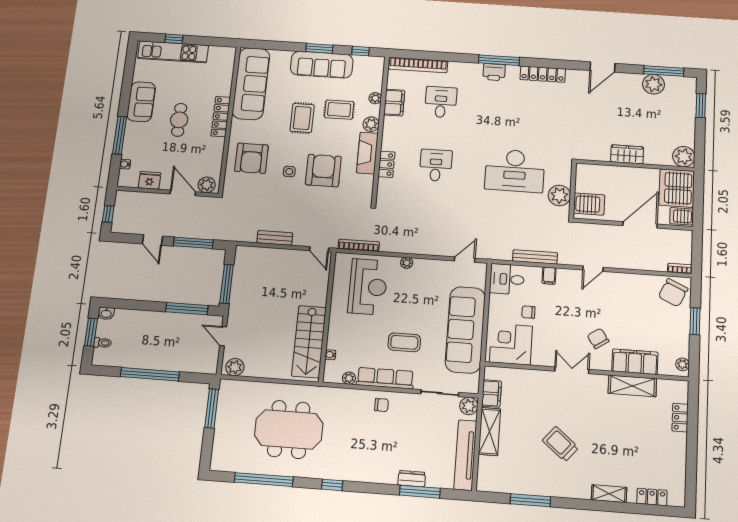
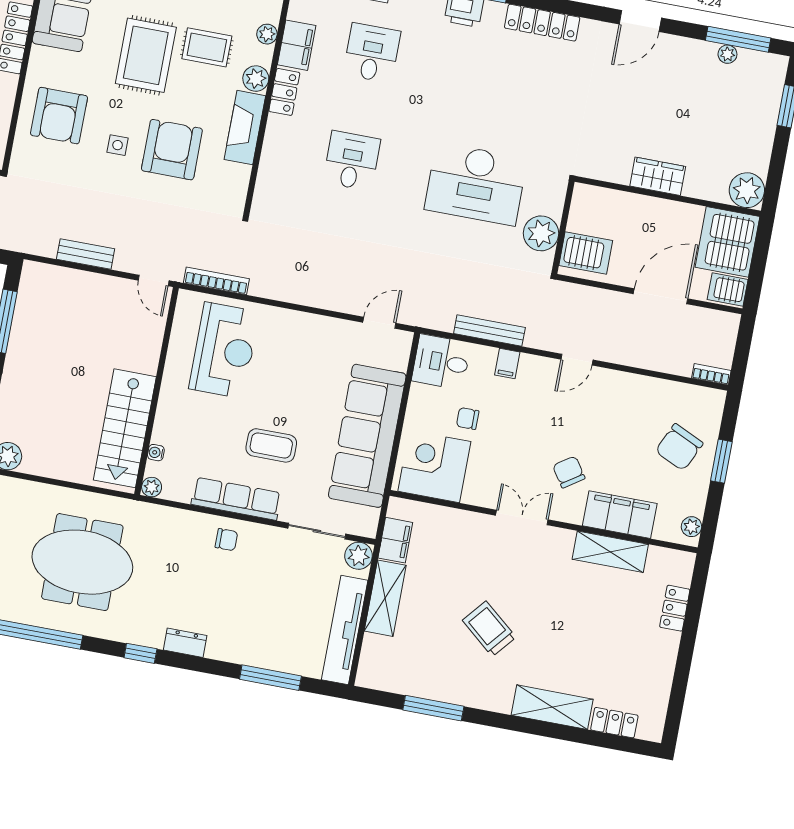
plant: (653, 84) -> (727, 54), width x0.53, depth x0.53
rug: (302, 118) -> (146, 55), width x1.36, depth x1.43
locker: (386, 164) -> (284, 92), moved
plant: (407, 263) -> (288, 318), removed
chair: (673, 293) -> (679, 447), moved
plant: (349, 378) -> (152, 487), moved
dresser: (412, 479) -> (185, 643), moved
shelving: (609, 494) -> (552, 707), width x1.50, depth x1.33

